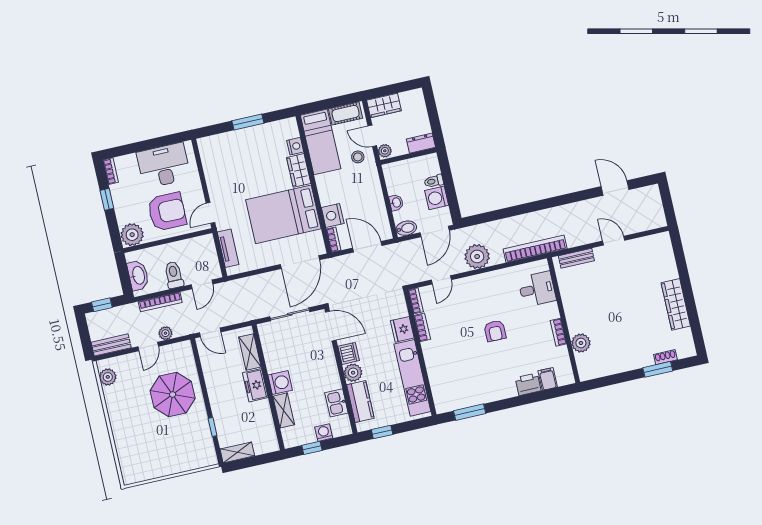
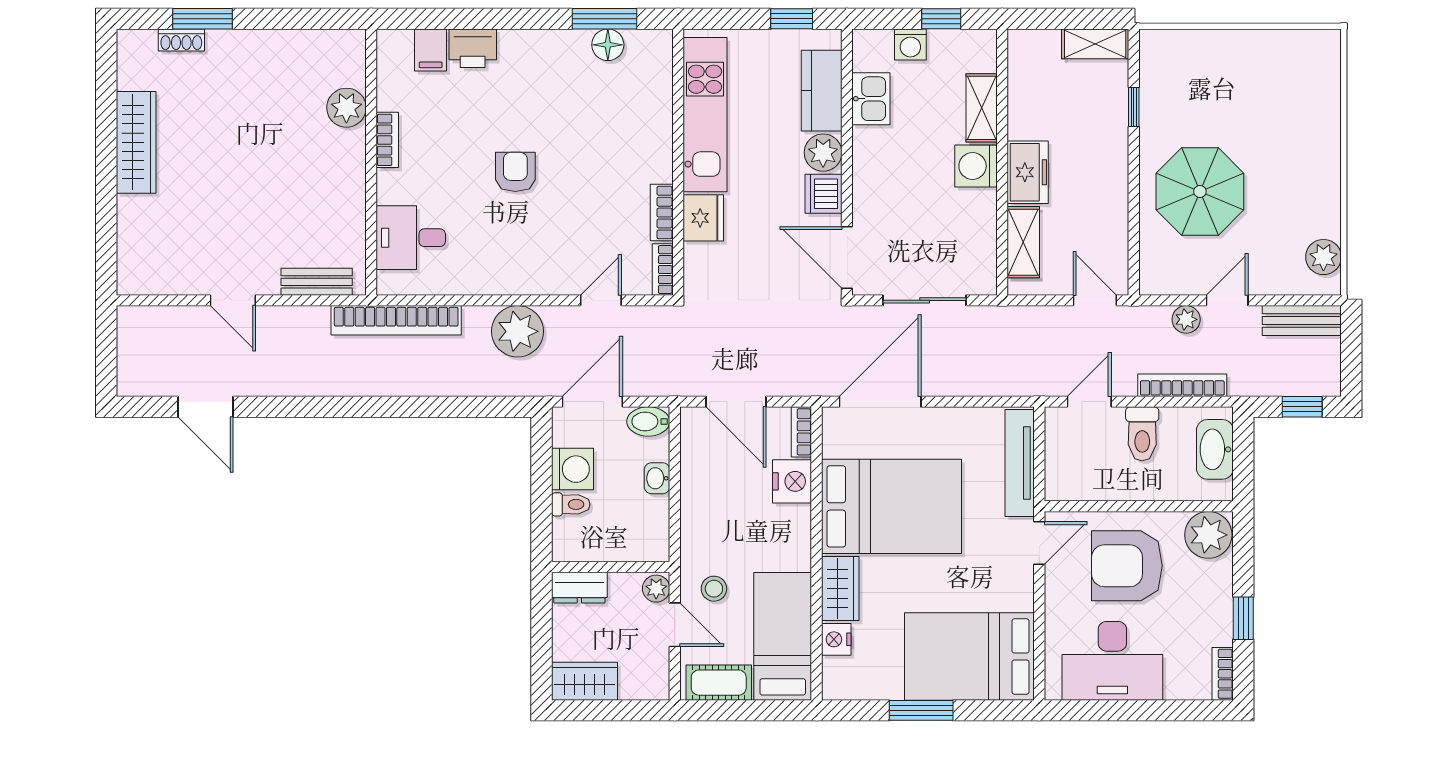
wardrobe: (384, 105) -> (584, 681), moved
bed: (231, 152) -> (969, 657), added
tv unit: (228, 248) -> (1020, 463), width x1.41
floor lamp: (465, 400) -> (608, 45), added

